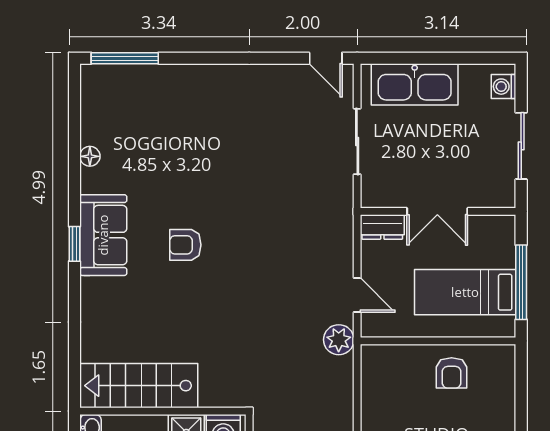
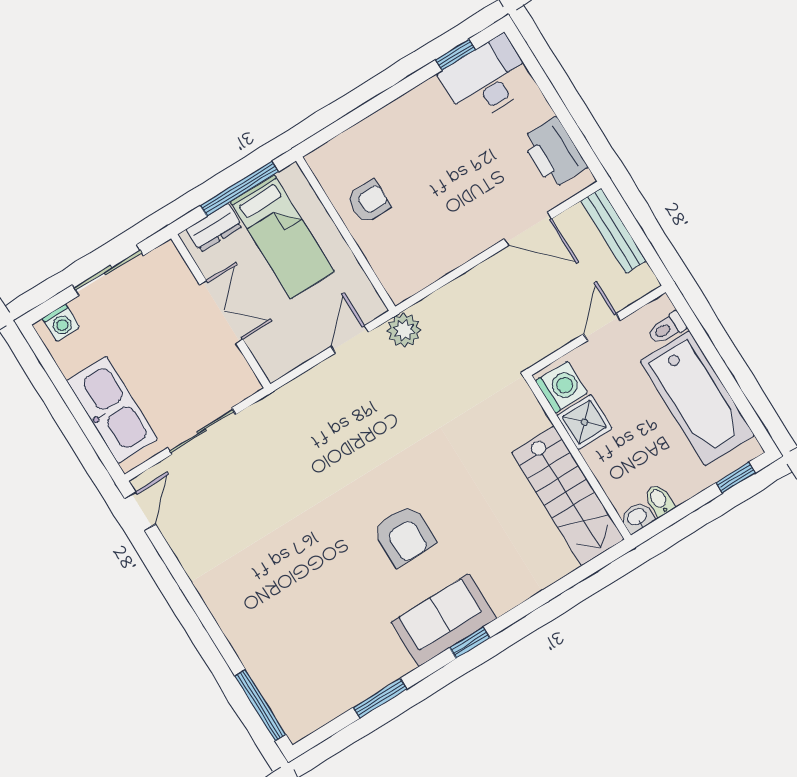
window: (74, 151) -> (380, 698), added
floor lamp: (90, 156) -> (376, 680), removed
dresser: (382, 227) -> (214, 228), moved, turned 90
armchair: (185, 245) -> (404, 535), width x1.38, depth x1.38

